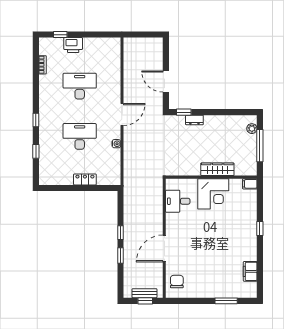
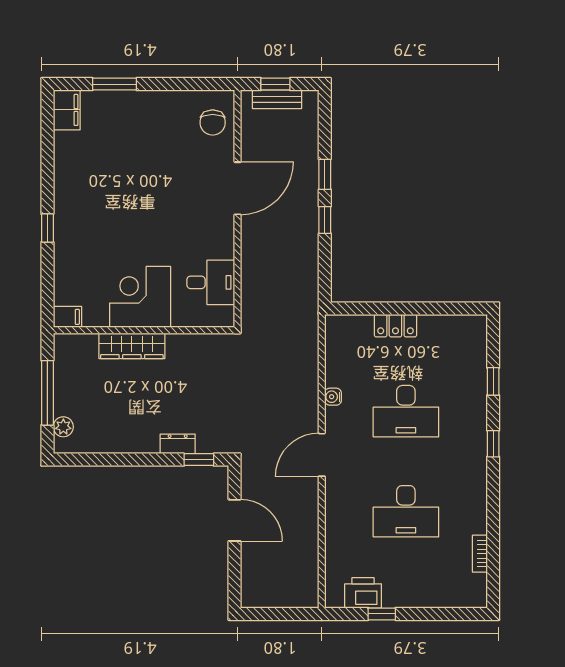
window: (60, 35) -> (382, 614), moved
printer: (73, 45) -> (363, 593), moved
filing cabinet: (250, 271) -> (67, 110), moved

